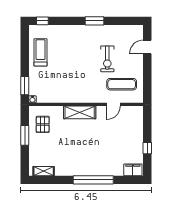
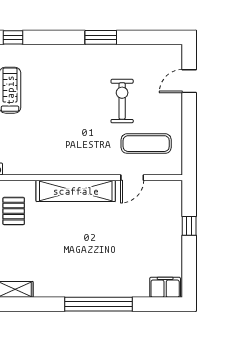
exercise bike: (107, 59) -> (122, 101), turned 180
shelving: (80, 112) -> (76, 191), width x1.47
window: (147, 148) -> (189, 226), moved

